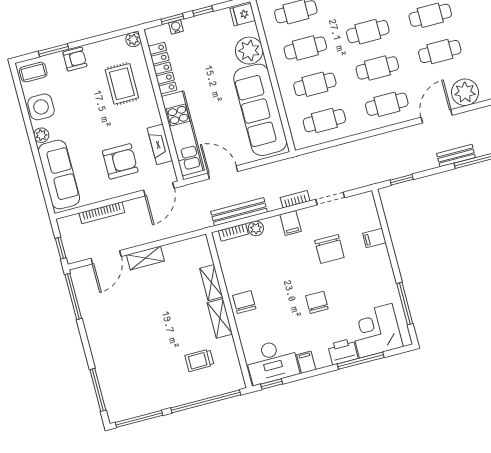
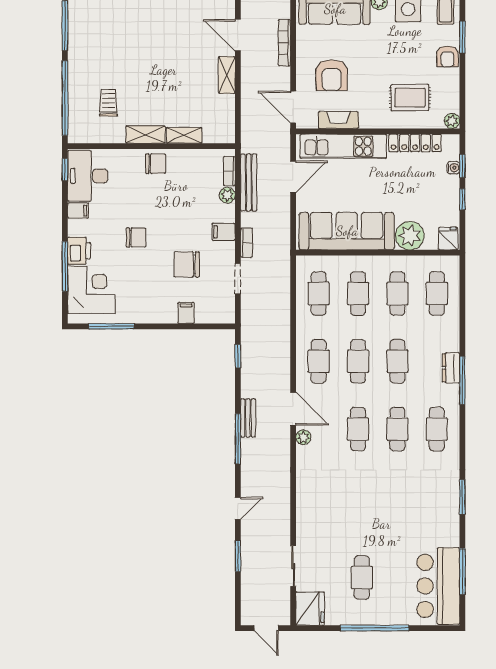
plant: (465, 92) -> (303, 437), width x0.53, depth x0.53

